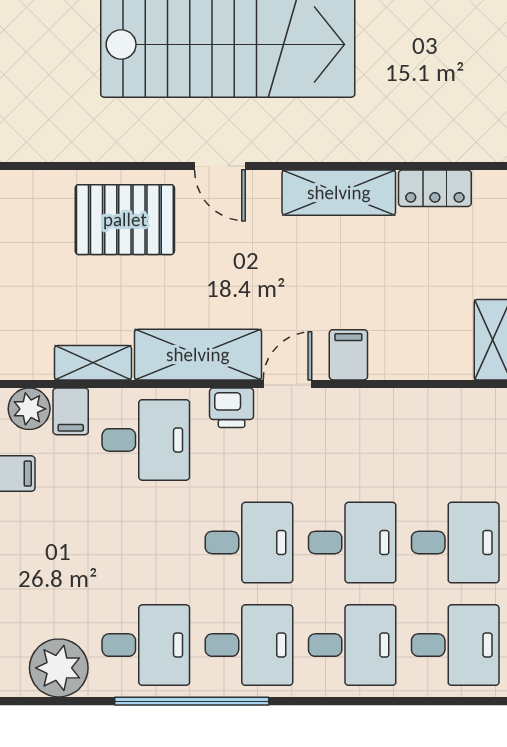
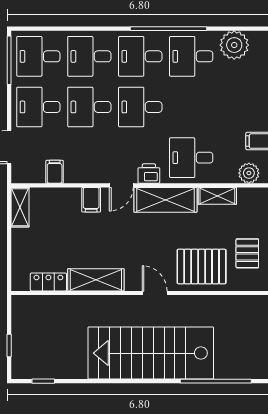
pallet: (32, 246) -> (247, 253), added
filing cabinet: (71, 411) -> (55, 172), moved

